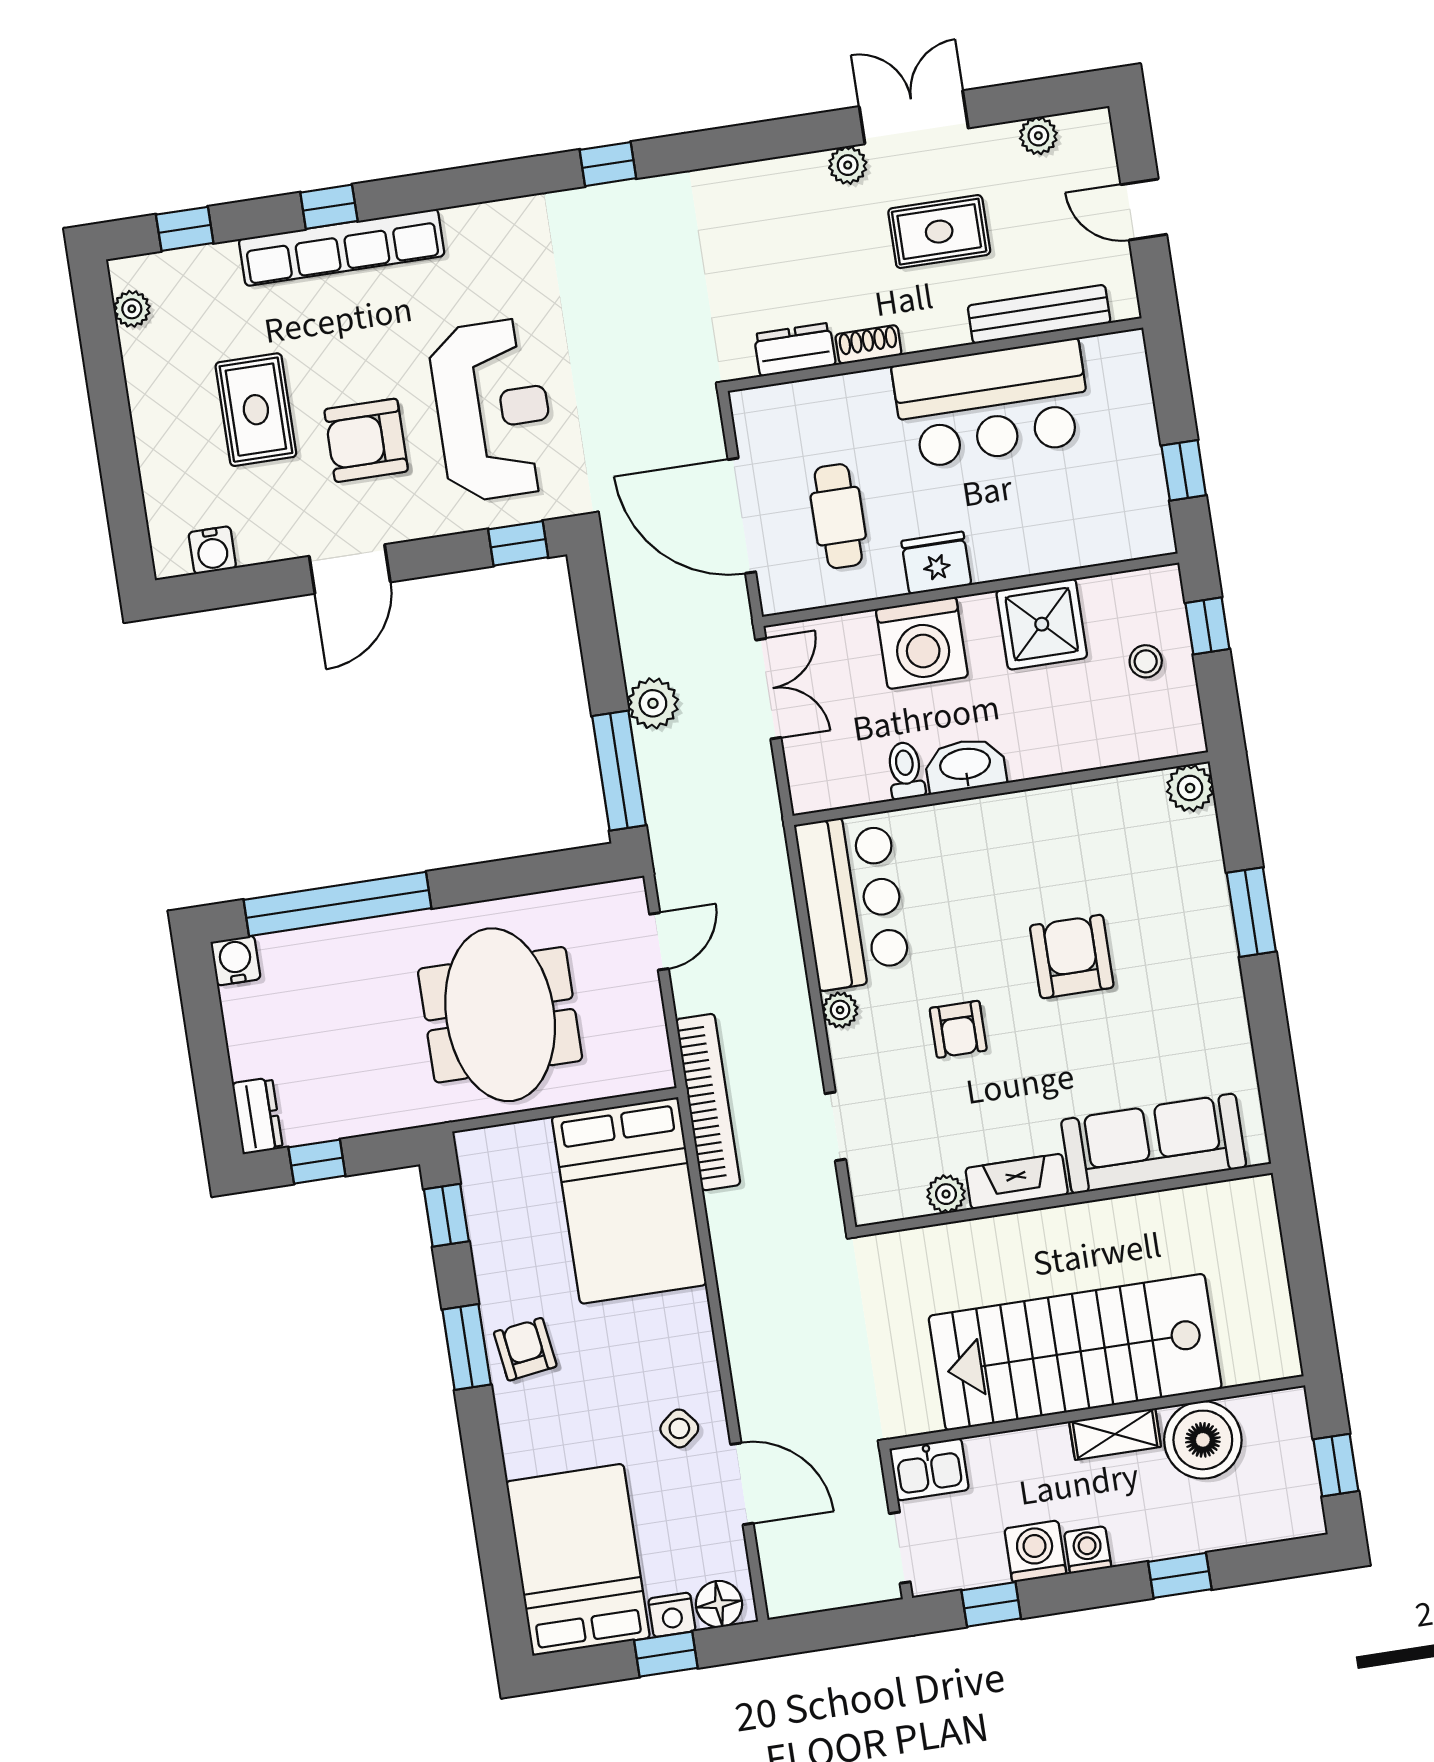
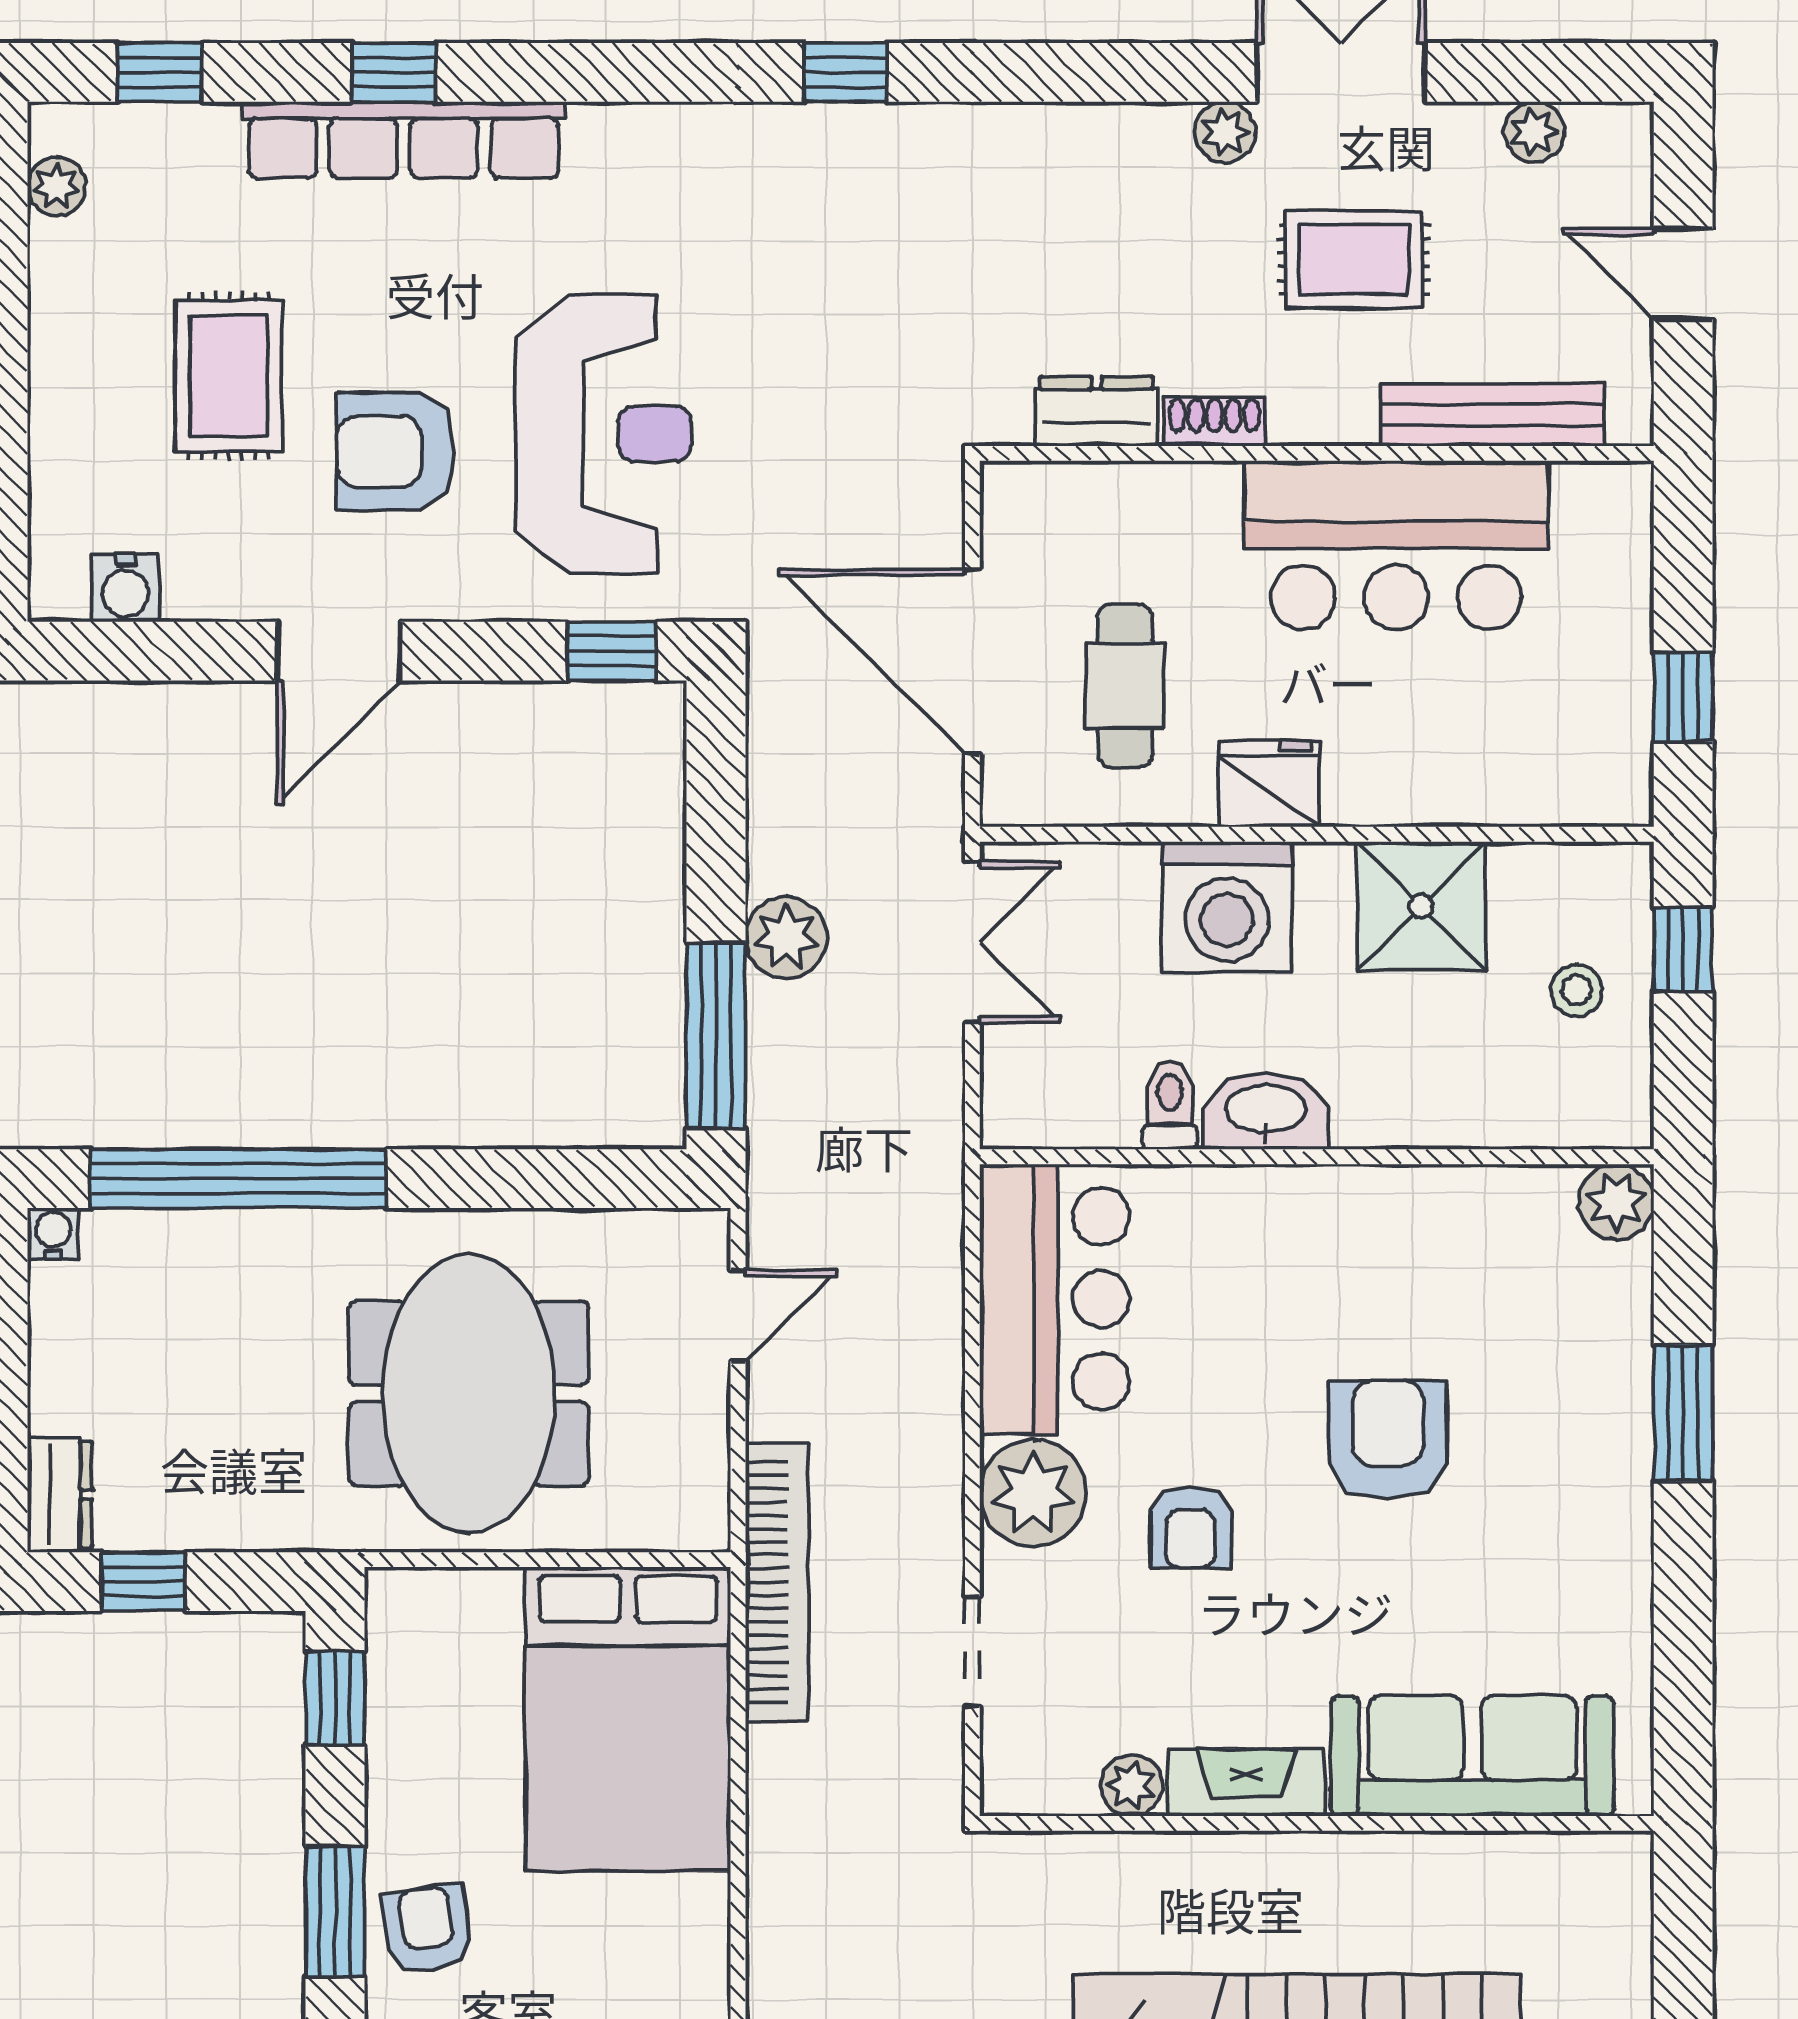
water cooler: (236, 961) -> (53, 1234), width x0.72, depth x0.72
plant: (840, 1010) -> (1033, 1493), width x1.88, depth x1.88

